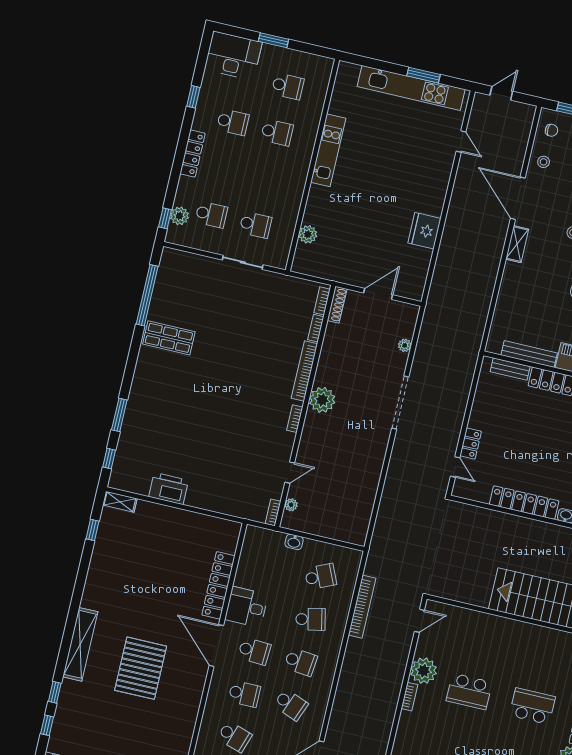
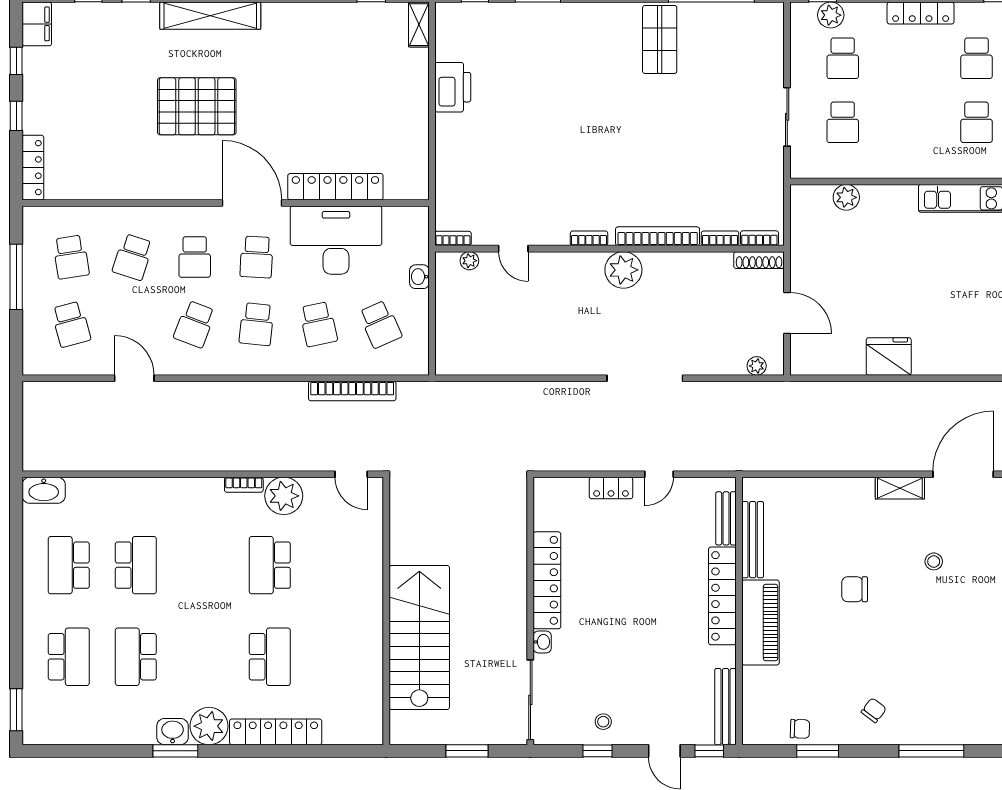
plant: (405, 345) -> (757, 366), moved
door: (455, 467) -> (659, 474), moved
desk: (247, 607) -> (336, 240), width x1.87, depth x1.30
door: (216, 646) -> (252, 203), hinge flipped

